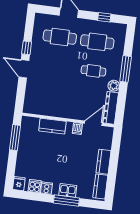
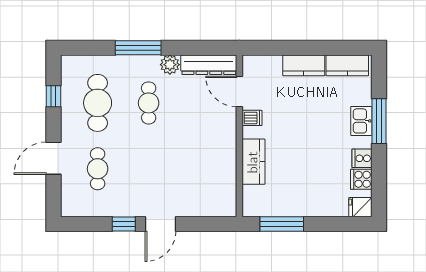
cafe table: (60, 37) -> (98, 169), width x0.73, depth x0.74

